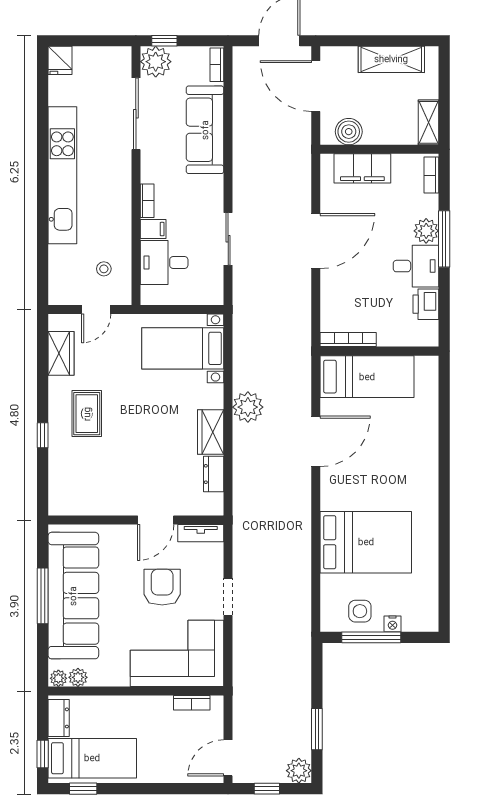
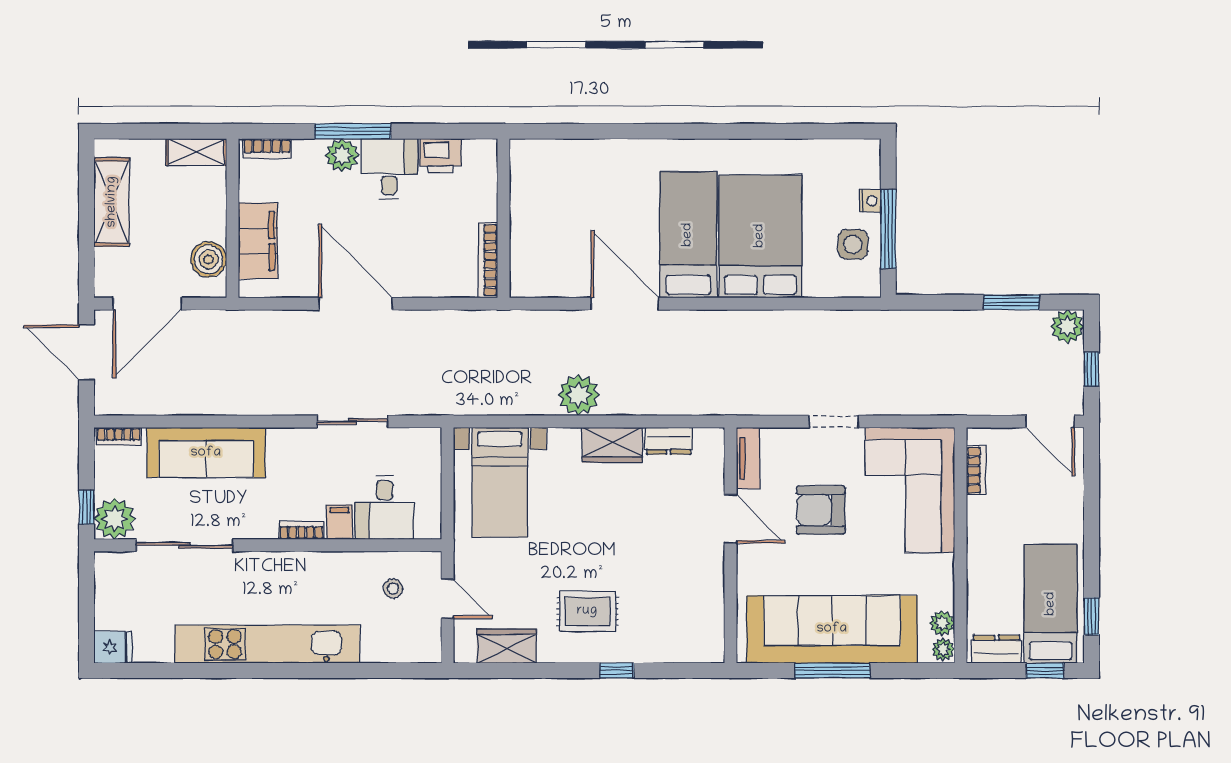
bed: (367, 377) -> (688, 235), moved

